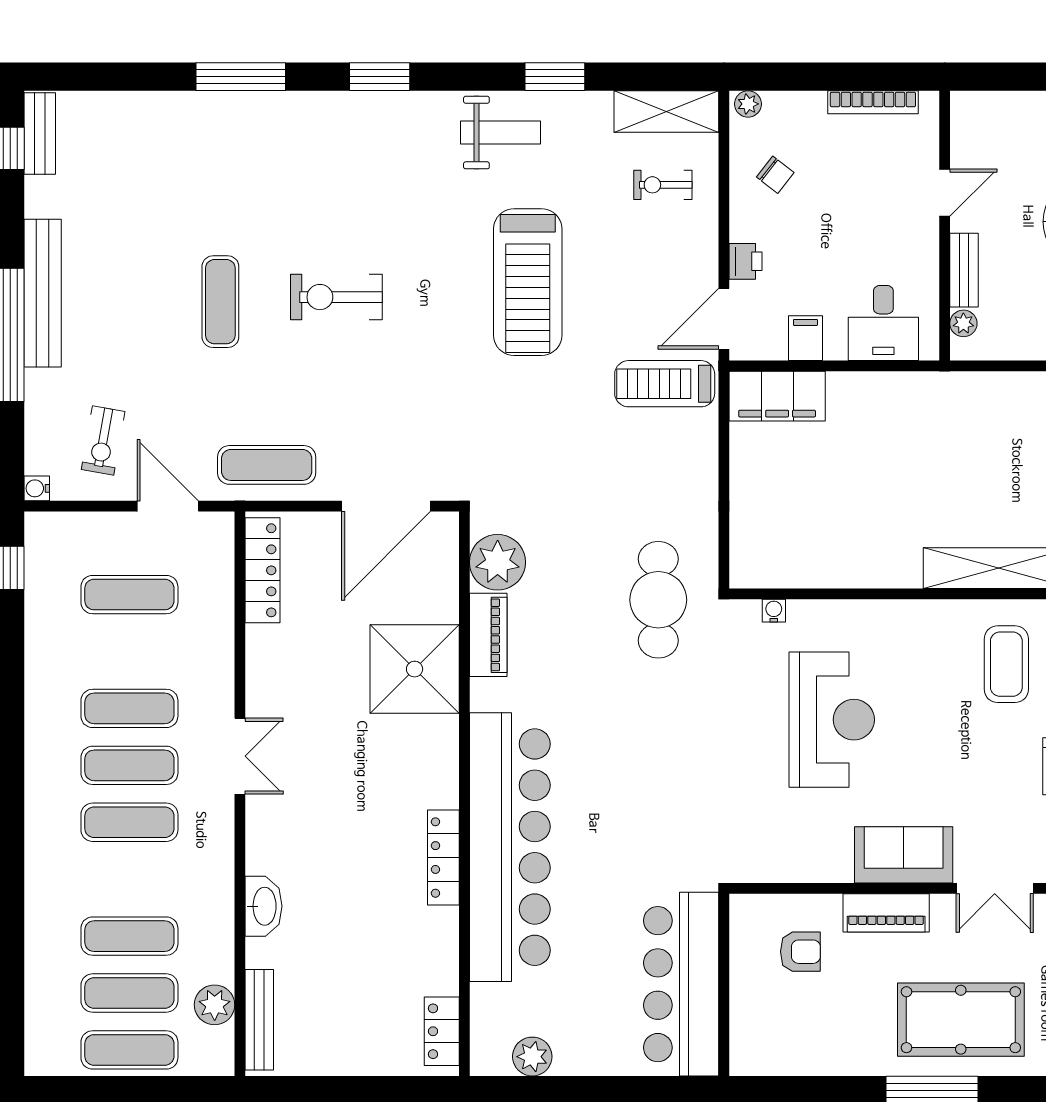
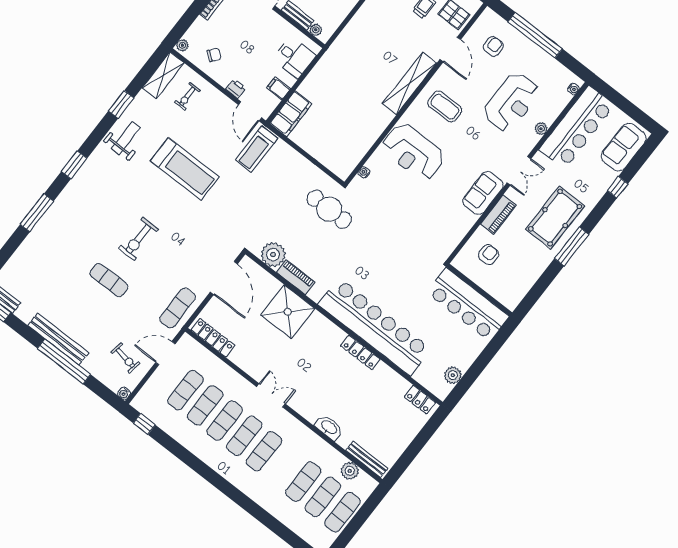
exercise mat: (129, 651) -> (205, 405), added
reception desk: (832, 720) -> (413, 152), moved, turned 180

